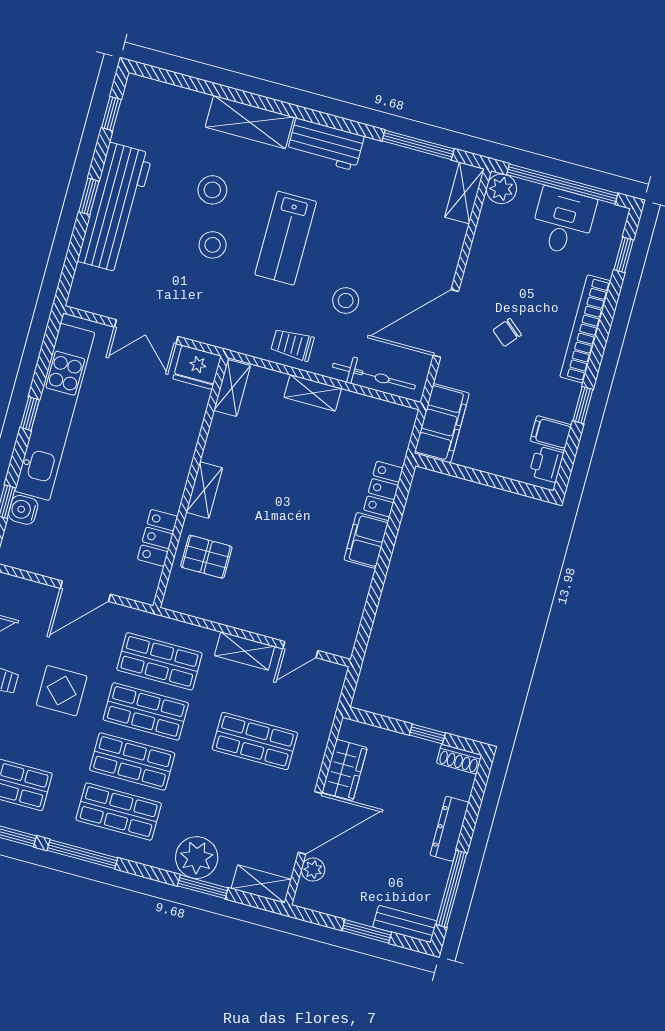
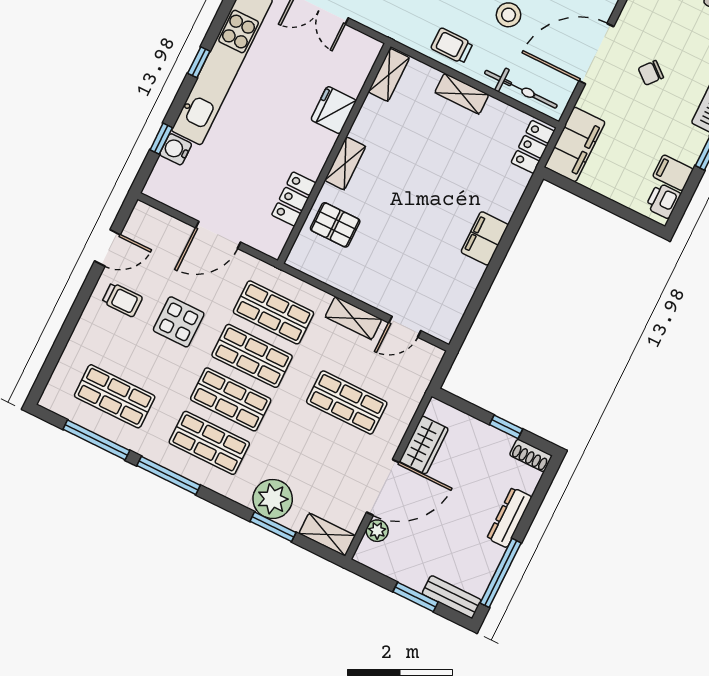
fridge: (197, 367) -> (334, 110), moved, turned 90
locker: (383, 489) -> (533, 147), moved

